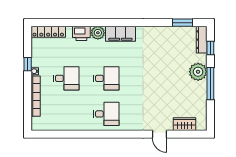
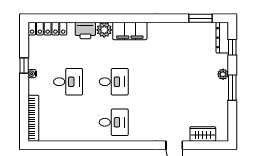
plant: (198, 72) -> (223, 74), width x0.53, depth x0.53
window: (210, 84) -> (232, 88), width x0.69
bookcase: (36, 96) -> (33, 118), moved

